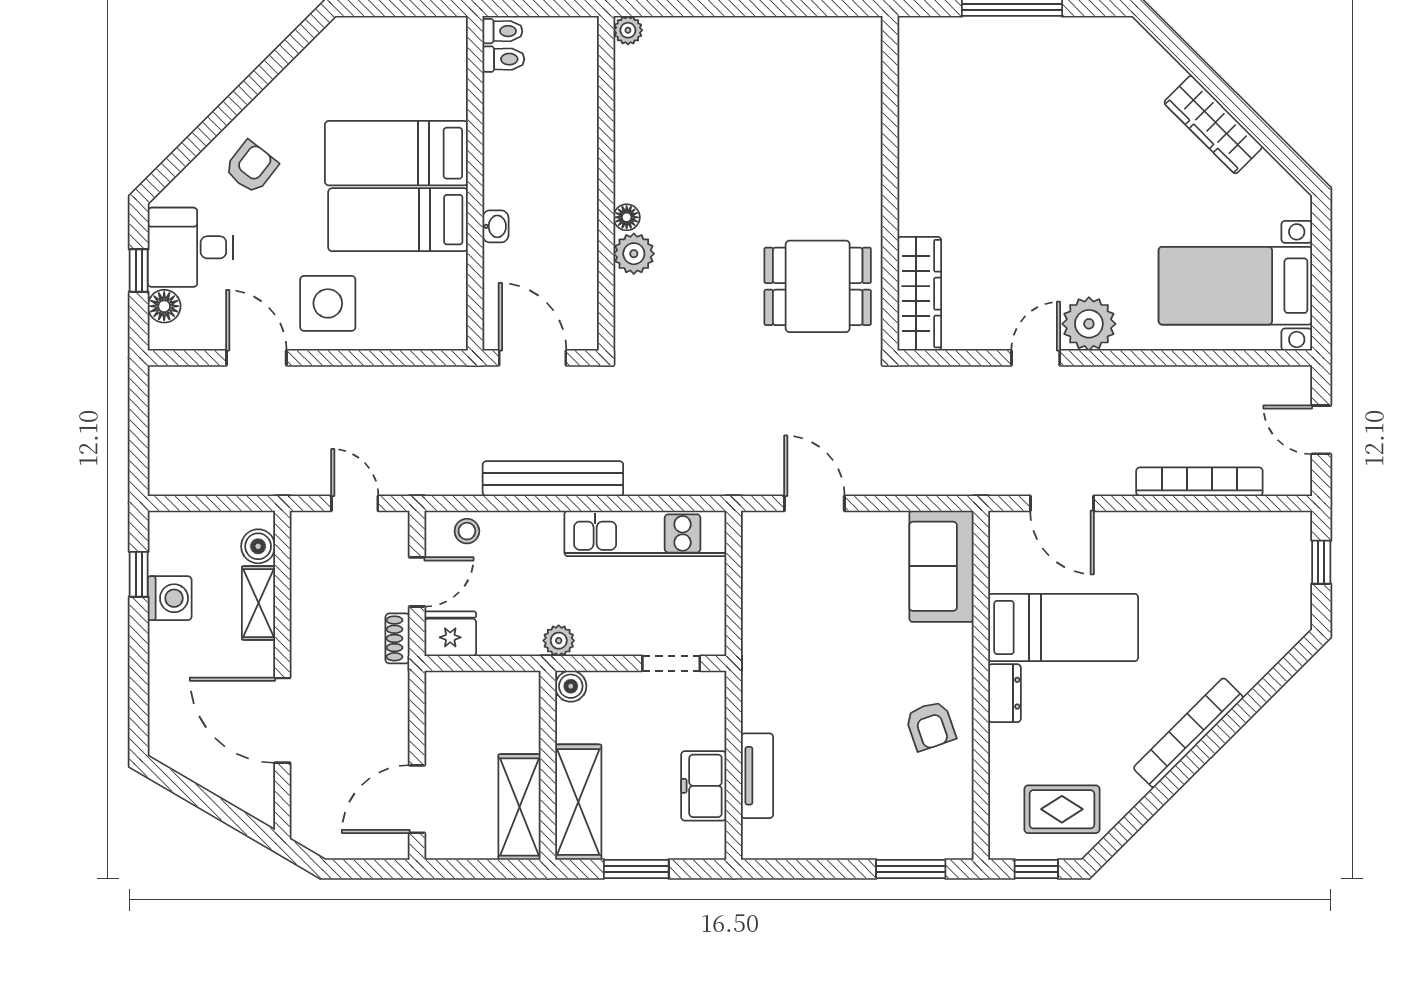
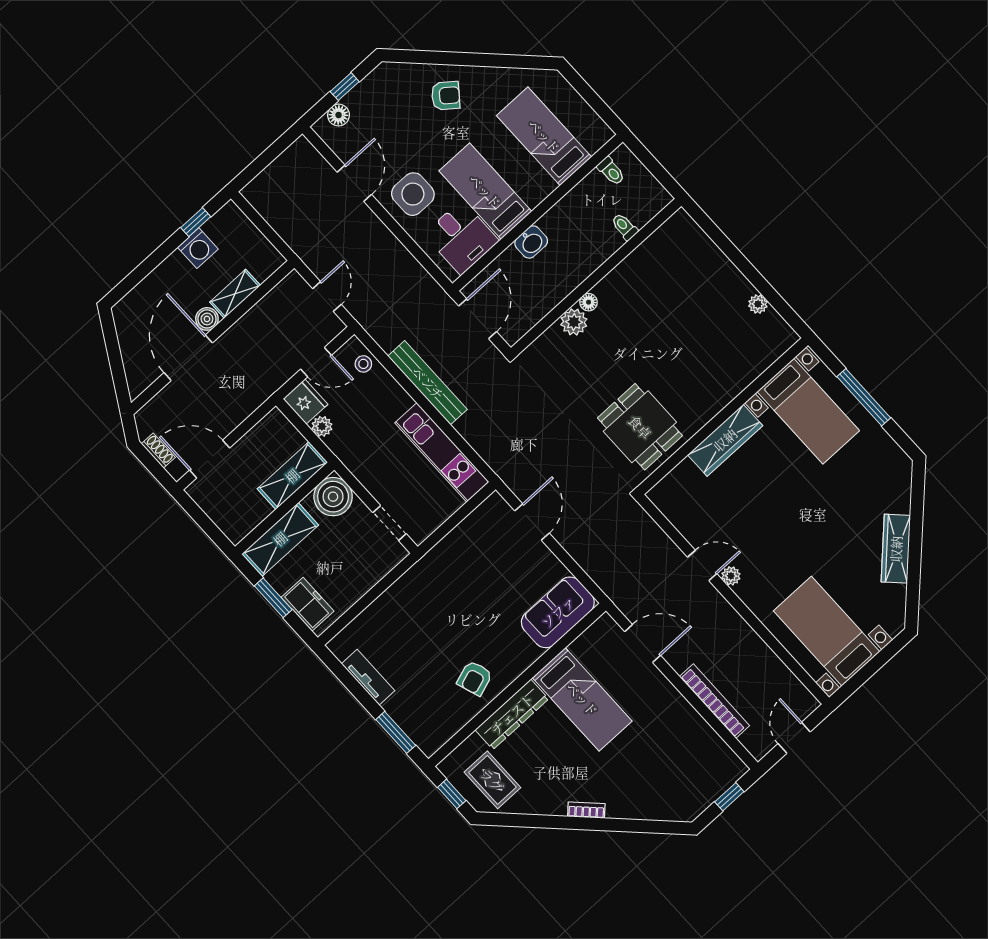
plant: (628, 30) -> (758, 304), moved
toilet: (502, 31) -> (624, 227), moved, turned 180
bed with nightstands: (971, 83) -> (808, 411), added
bed: (396, 153) -> (544, 136), moved
washbasin: (496, 226) -> (531, 242), width x1.38, depth x1.45
desk: (190, 247) -> (461, 237), moved, turned 180
wardrobe: (919, 294) -> (725, 440), moved
plant: (1089, 324) -> (731, 576), width x0.53, depth x0.53
door: (1062, 503) -> (643, 643), swing flipped
boiler: (258, 546) -> (207, 319), moved
shoe rack: (398, 638) -> (158, 451), moved, turned 90
plant: (559, 641) -> (322, 426), moved
boiler: (571, 686) -> (333, 497), width x1.86, depth x1.86
dresser: (1005, 693) -> (512, 714), width x1.96, depth x1.24
bookcase: (1188, 733) -> (586, 810), width x0.43, depth x0.76
tv unit: (757, 776) -> (368, 677), moved, turned -90
freezer: (704, 786) -> (307, 604), moved, turned 90
shelving: (520, 807) -> (292, 476), moved

